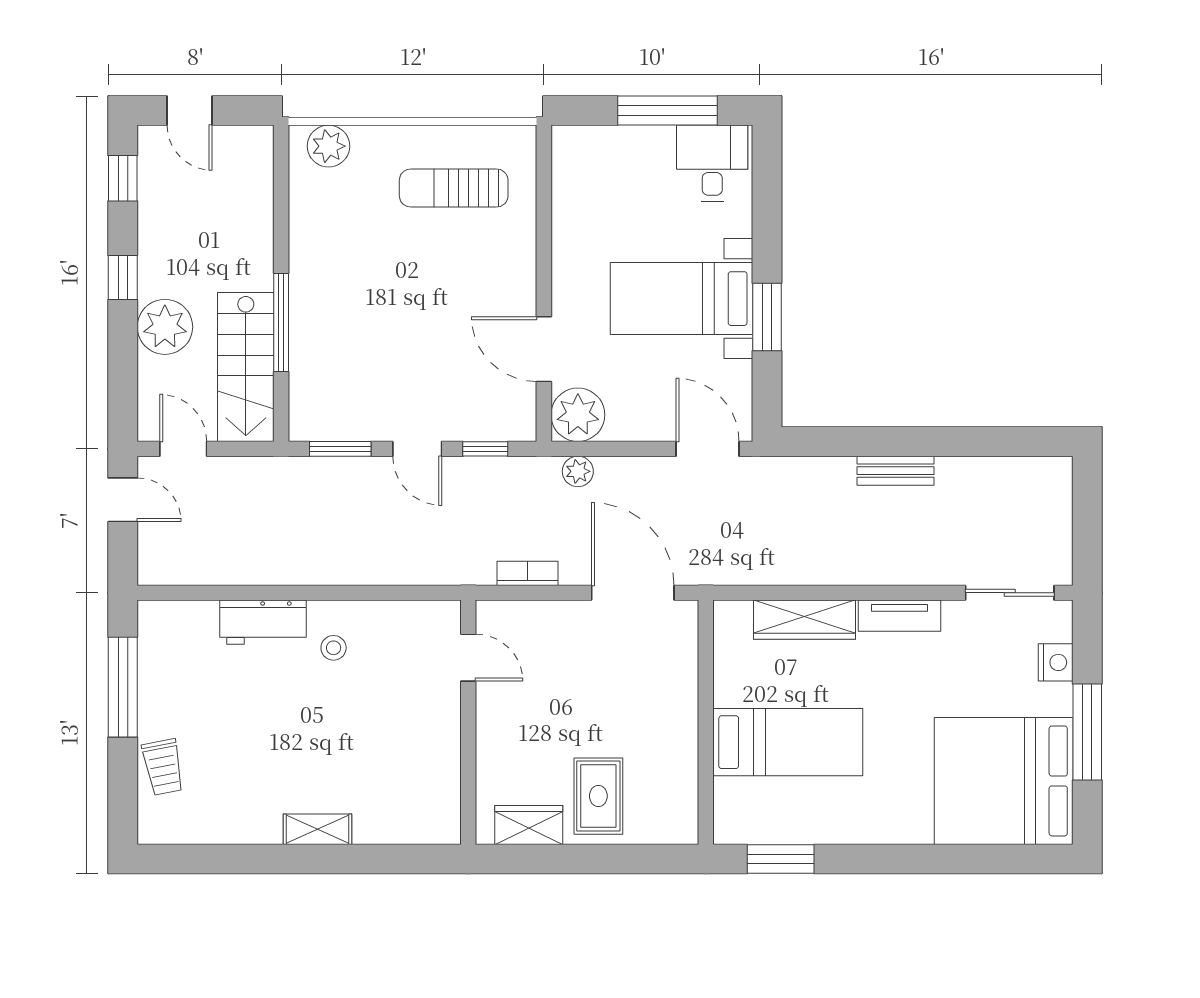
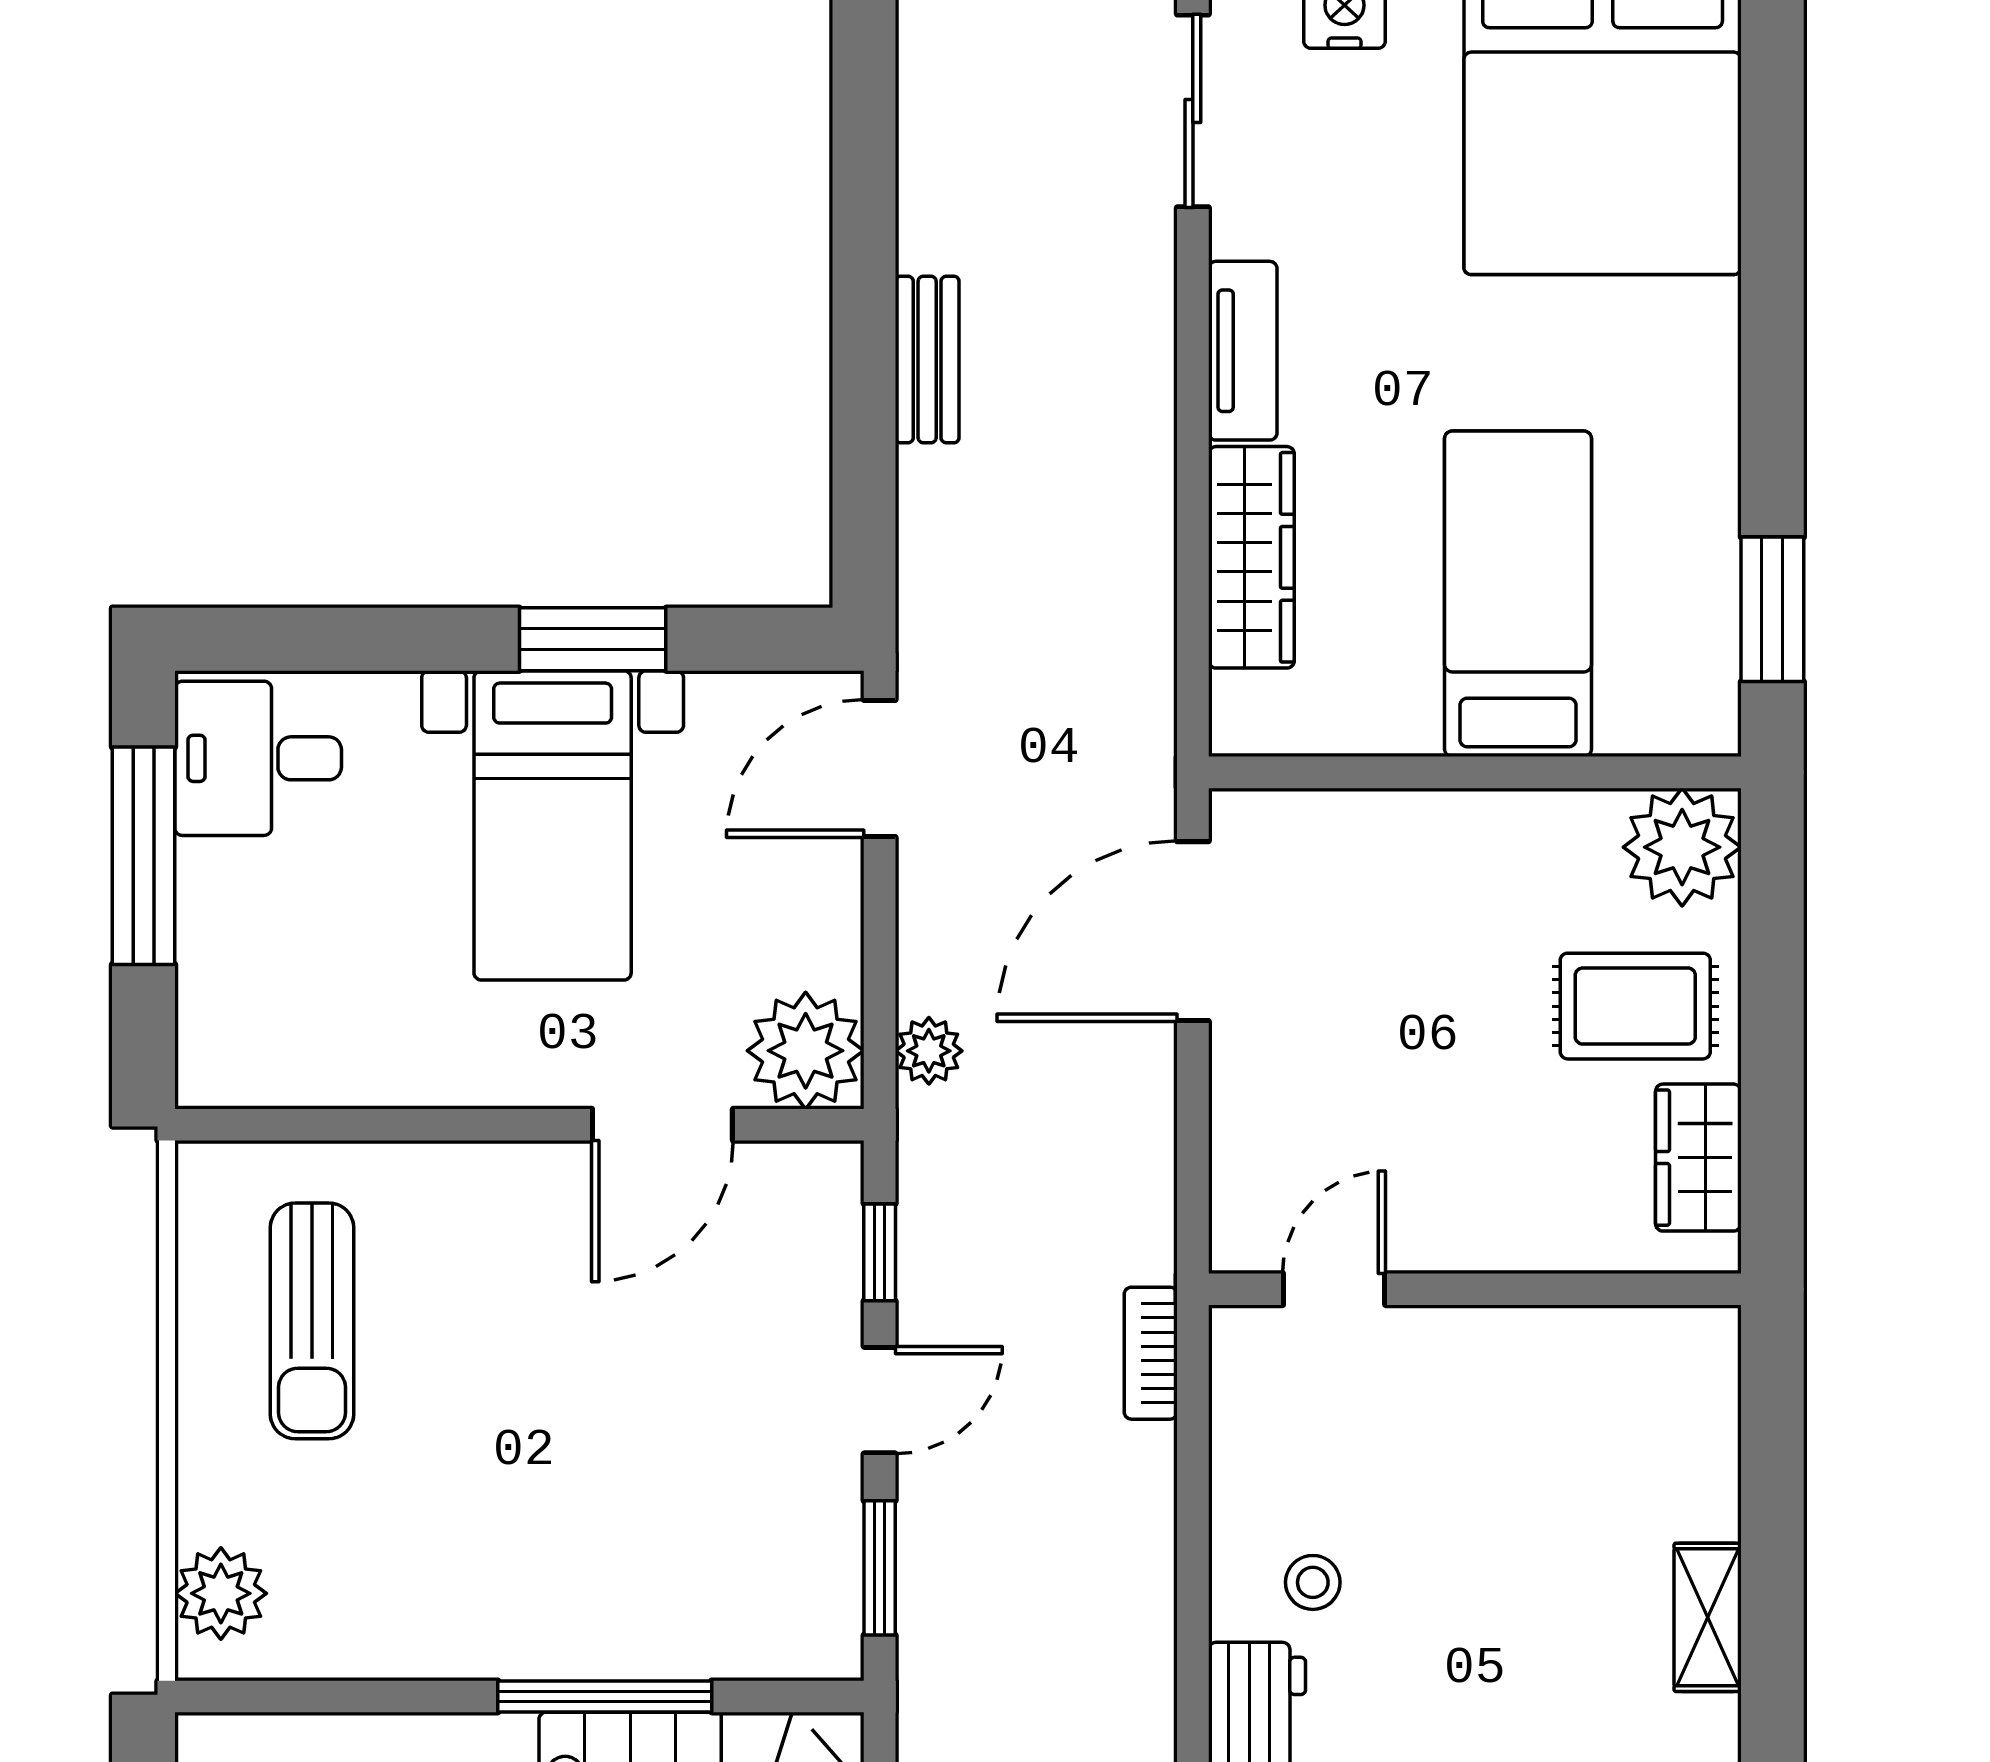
bookcase: (528, 573) -> (1151, 1353), moved
plant: (671, 818) -> (1682, 847), added

